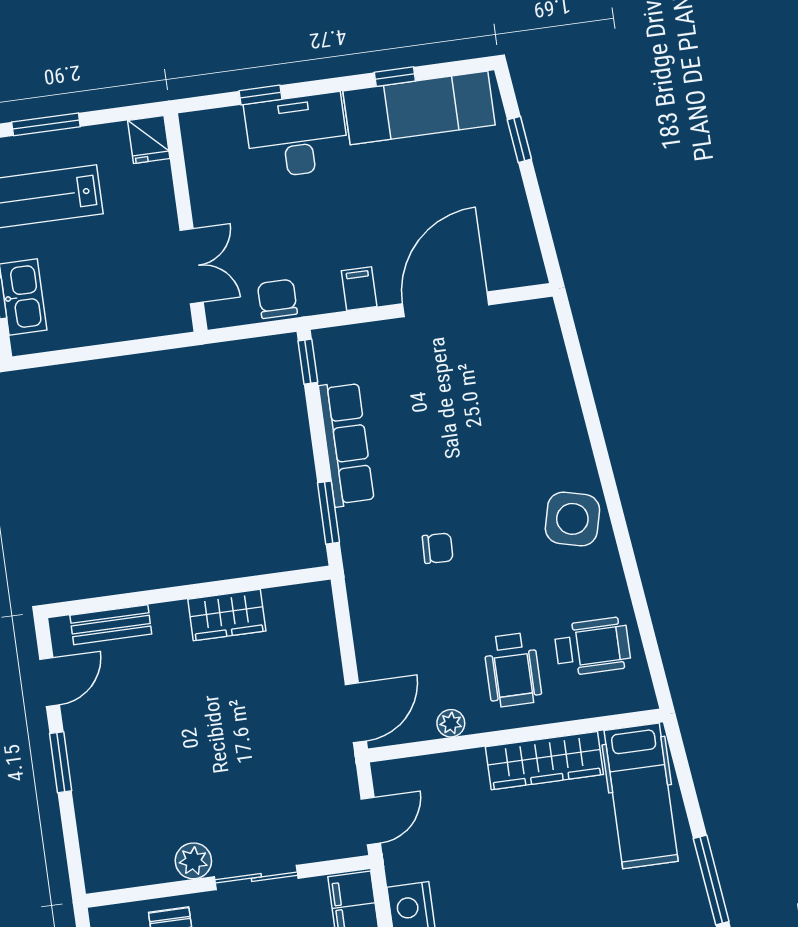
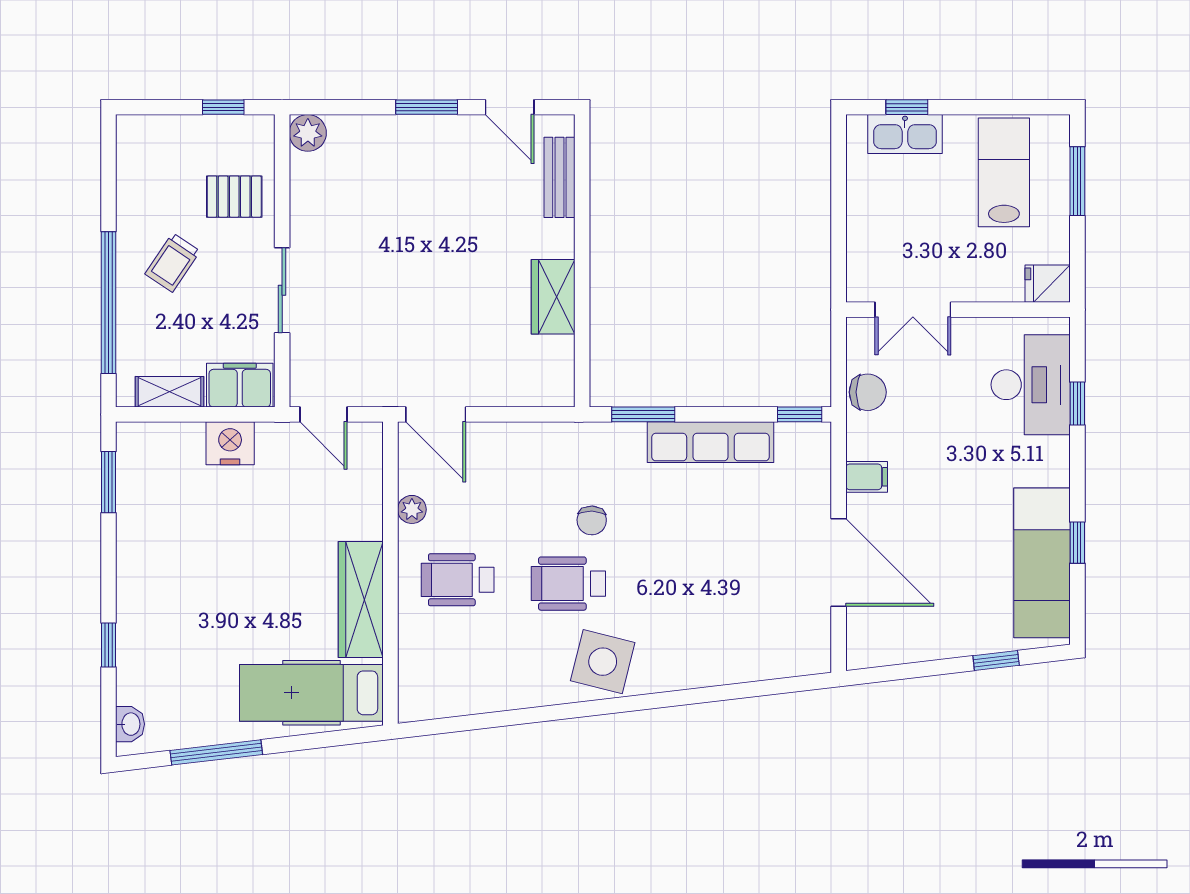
desk: (297, 136) -> (1031, 385), moved
wheelchair: (592, 647) -> (568, 584), moved, turned 90
plant: (193, 861) -> (308, 133), moved

